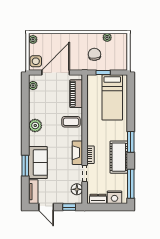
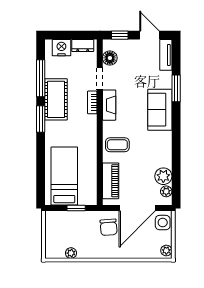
chair: (95, 54) -> (109, 227), moved
plant: (35, 125) -> (163, 176), moved
sofa: (38, 163) -> (160, 110), moved
window: (131, 184) -> (41, 78), moved

